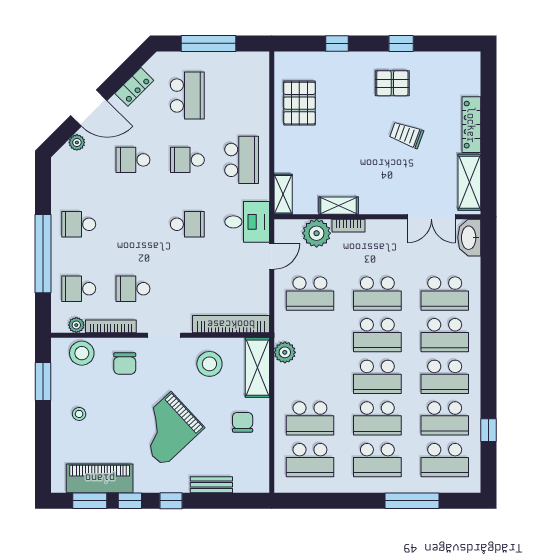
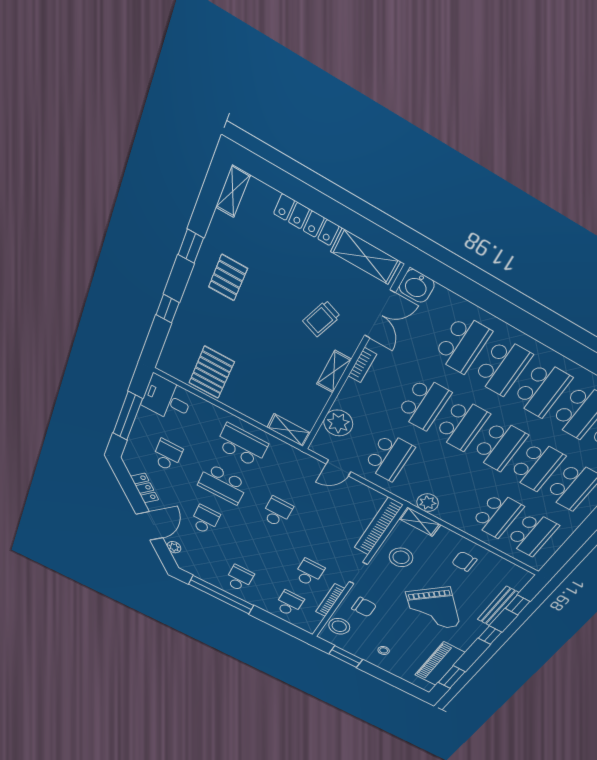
shelving: (462, 60) -> (233, 191), added
school desk: (187, 96) -> (167, 455), width x0.54
pallet: (299, 103) -> (211, 372), turned 90
trolley: (406, 135) -> (321, 319), moved
school desk: (133, 160) -> (205, 520), turned 180
school desk: (187, 160) -> (223, 484), width x1.85
shelving: (339, 206) -> (334, 372), moved
desk: (247, 222) -> (167, 399), moved, turned -90
school desk: (79, 224) -> (239, 578), turned 180
bookcase: (349, 226) -> (362, 365), moved
washbasin: (469, 238) -> (417, 286), width x0.72
window: (43, 254) -> (221, 595), moved
door: (272, 256) -> (338, 468), swing flipped
school desk: (79, 289) -> (289, 603), turned 180
school desk: (133, 289) -> (309, 573), turned 180
plant: (76, 325) -> (316, 619), removed
shelving: (257, 368) -> (420, 522), width x0.67, depth x0.75
bench: (211, 485) -> (498, 606), width x1.36
window: (130, 501) -> (517, 605), moved

